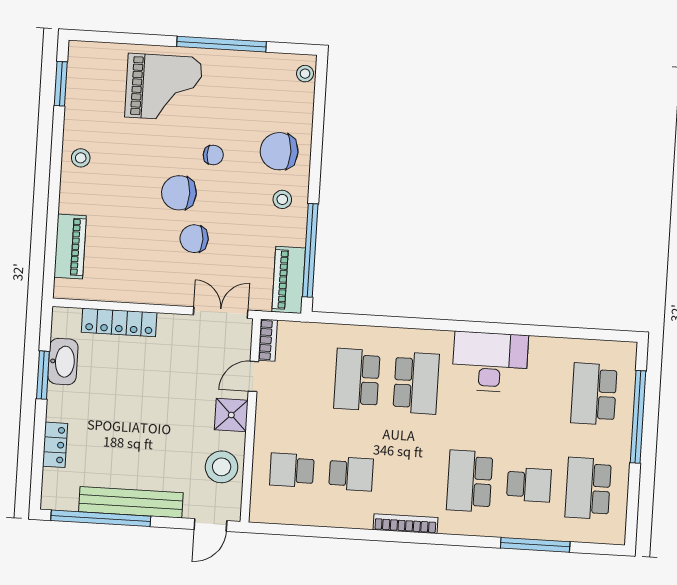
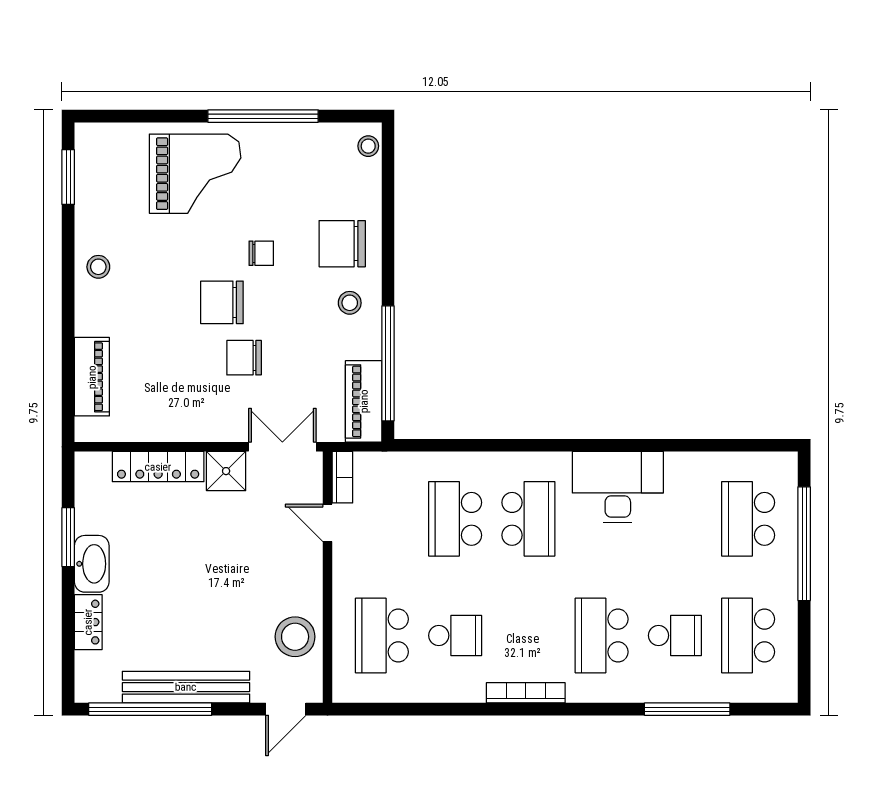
washbasin: (63, 362) -> (92, 564), moved
door: (253, 376) -> (327, 523), hinge flipped
shower: (231, 415) -> (226, 471), moved
school desk: (292, 470) -> (382, 635), width x1.85

